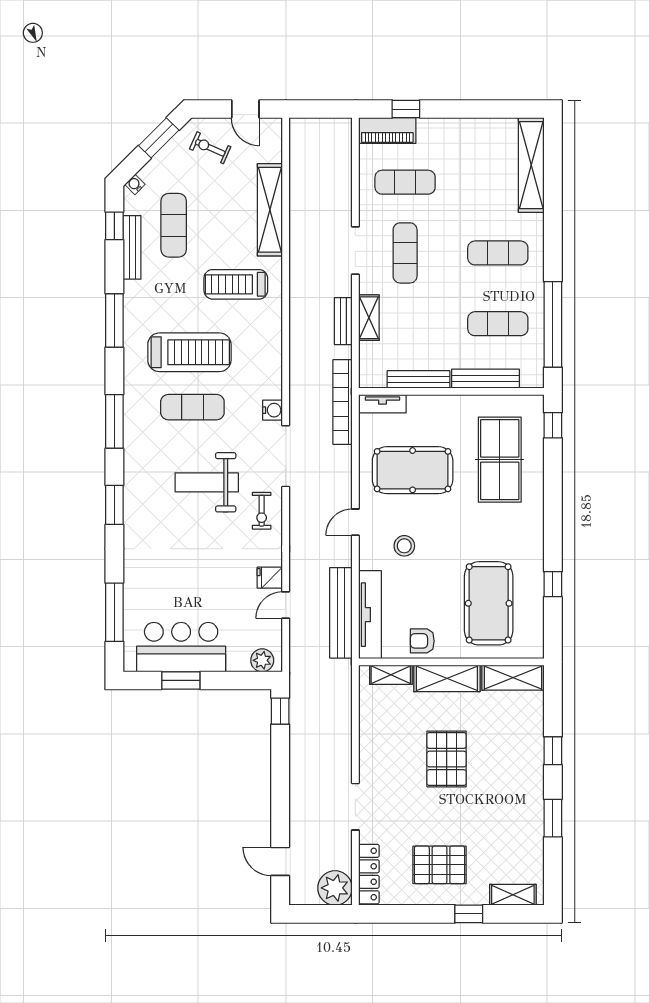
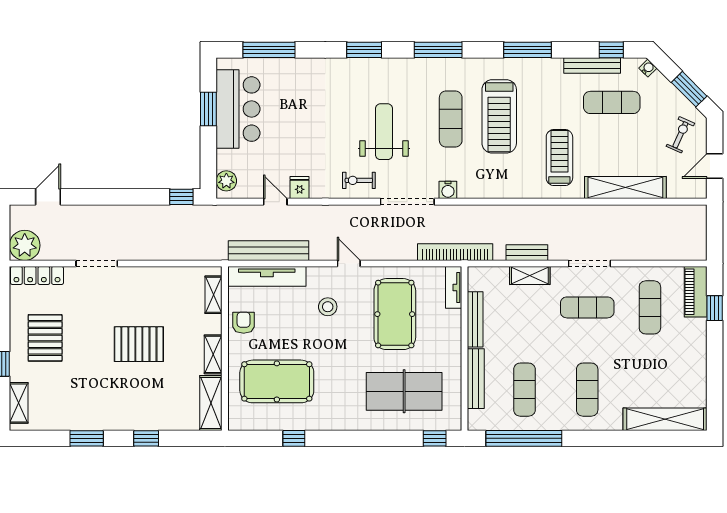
shelving: (447, 678) -> (213, 354), width x0.67, depth x0.75

